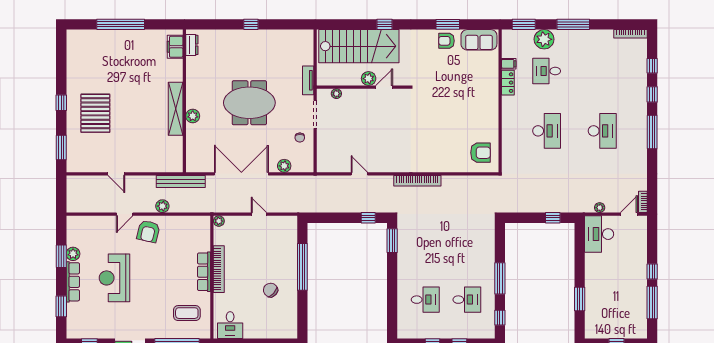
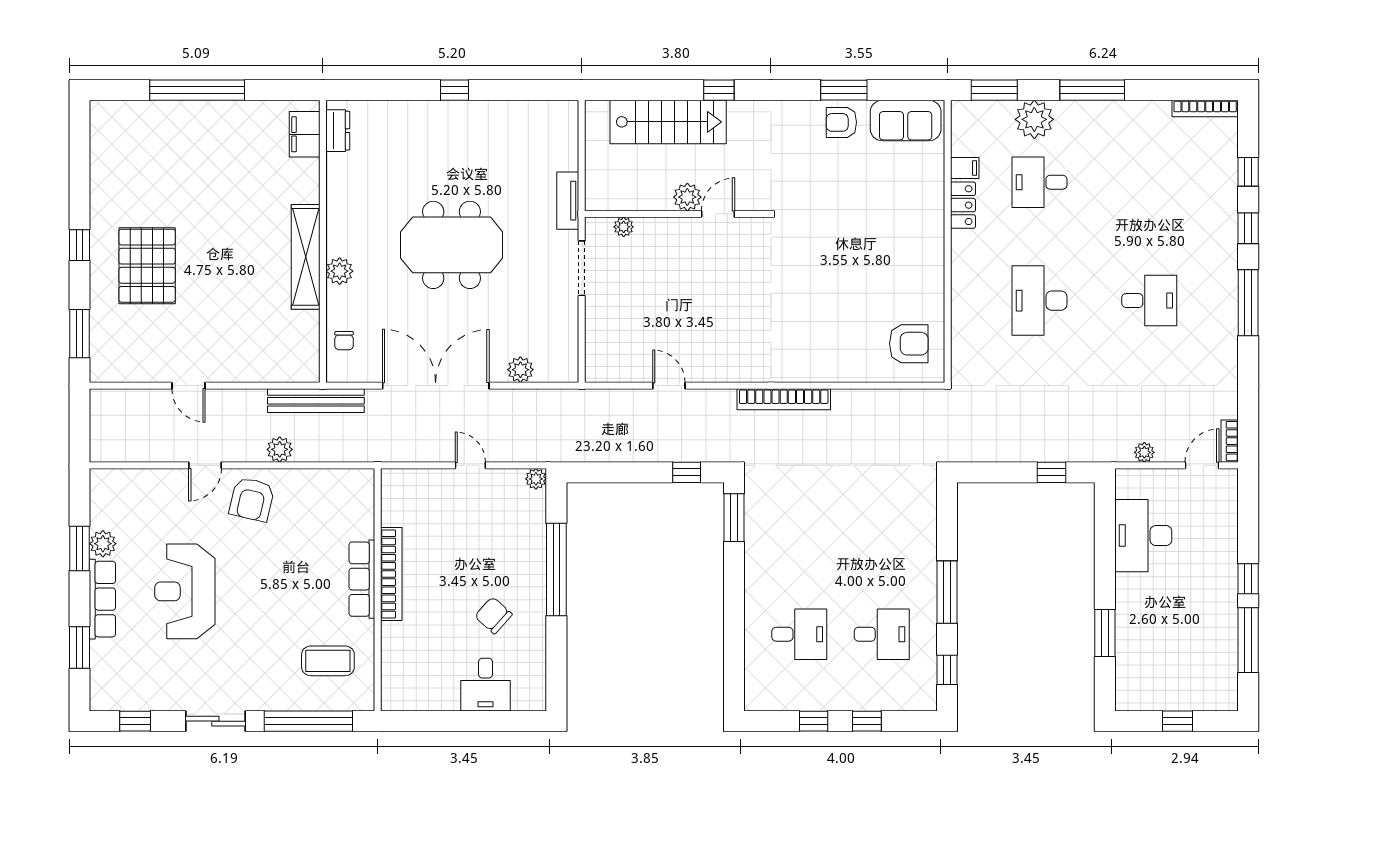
stairs: (359, 46) -> (668, 122), width x0.73, depth x0.66
desk: (547, 131) -> (1039, 301), turned 180
desk: (602, 131) -> (1149, 301), width x0.73
chair: (300, 138) -> (344, 341), moved
plant: (219, 221) -> (536, 479), moved
desk: (599, 234) -> (1143, 536), moved
desk: (230, 325) -> (486, 685), moved

